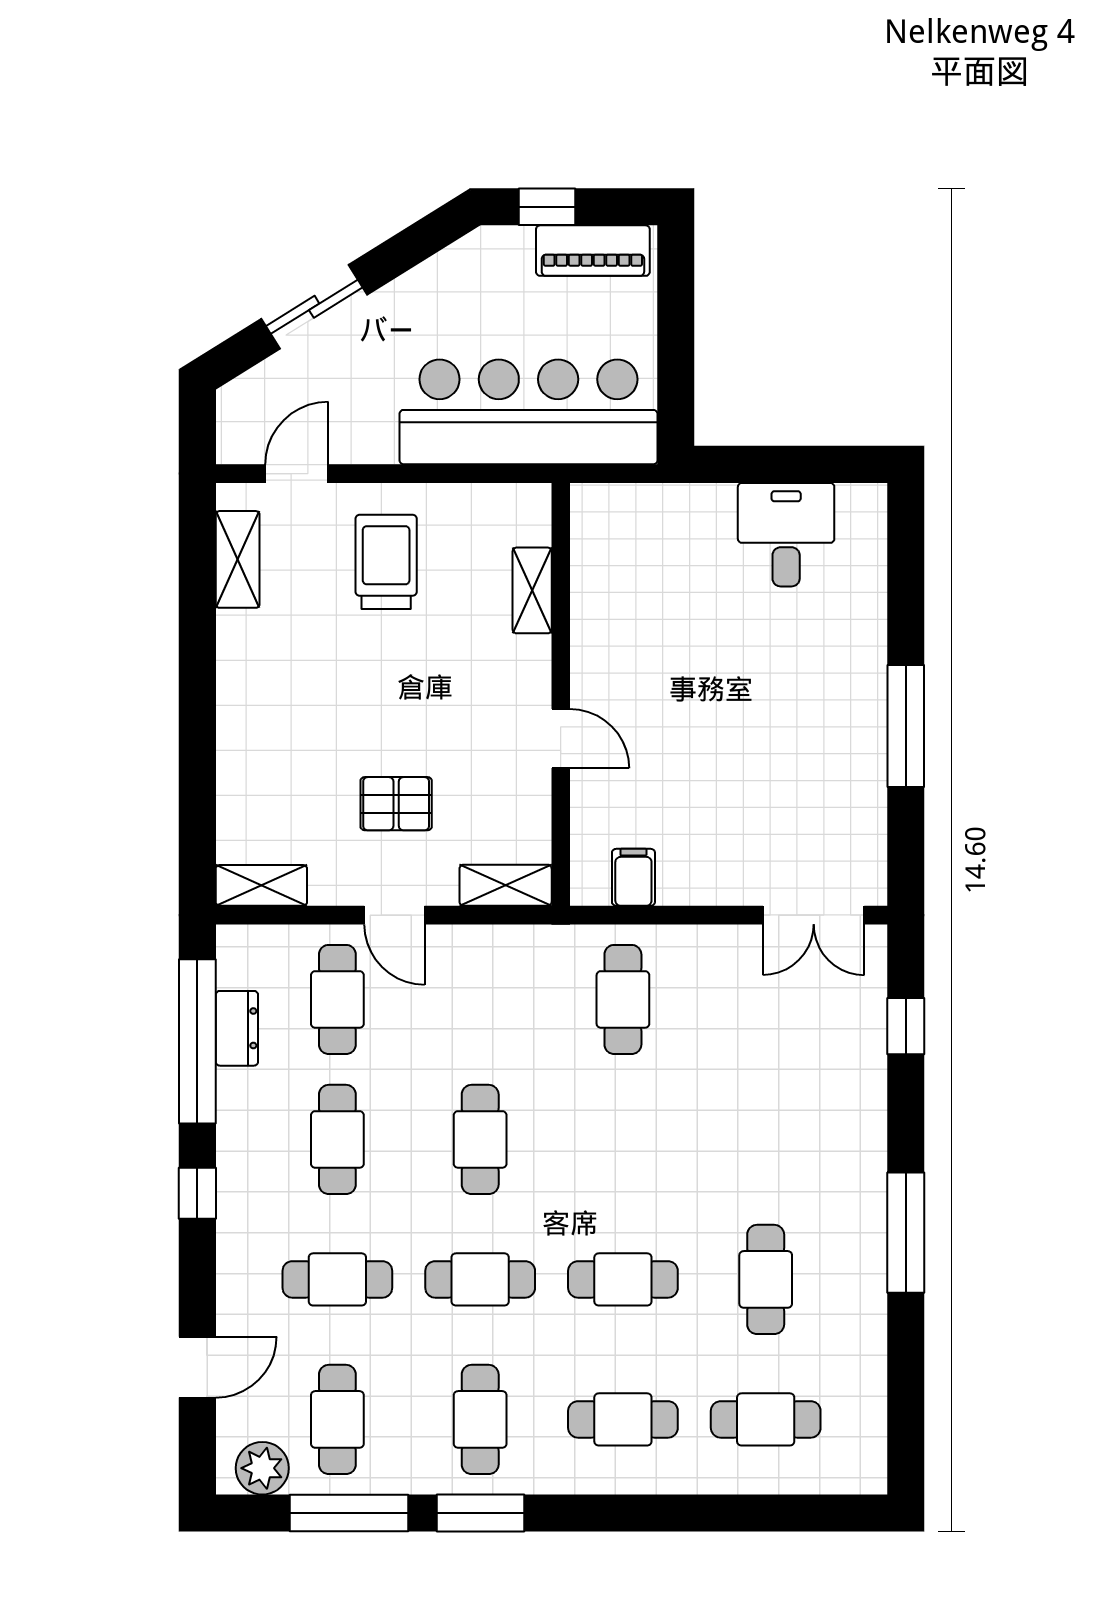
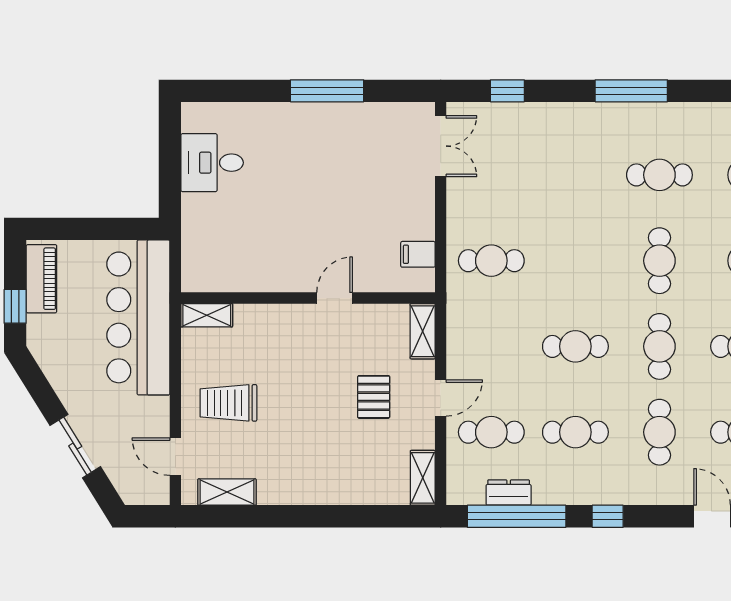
shelving: (532, 590) -> (207, 315), moved

